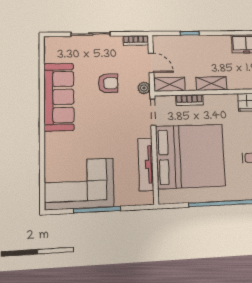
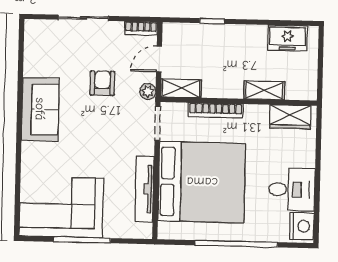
door: (151, 63) -> (159, 59), swing flipped
armchair: (108, 83) -> (102, 83), turned -90
shelving: (211, 84) -> (264, 90), moved
sofa: (59, 97) -> (40, 109), width x0.73
bookcase: (190, 100) -> (216, 110), width x1.56

